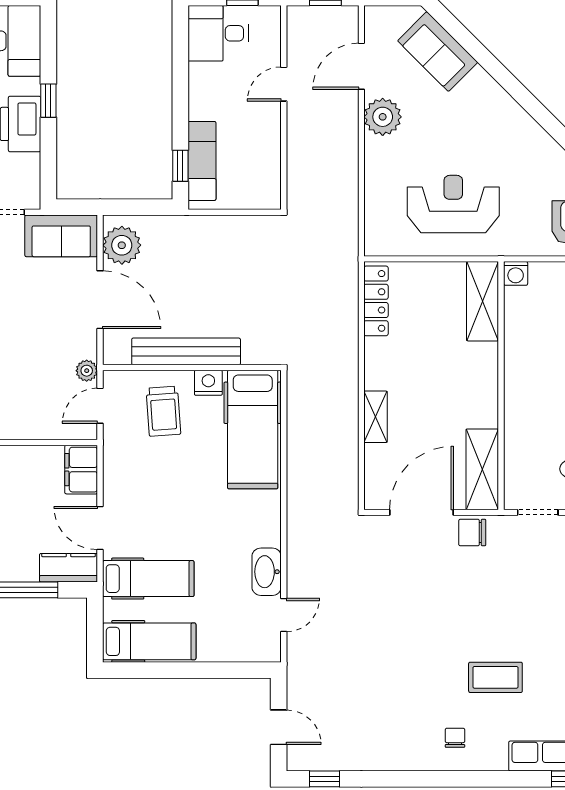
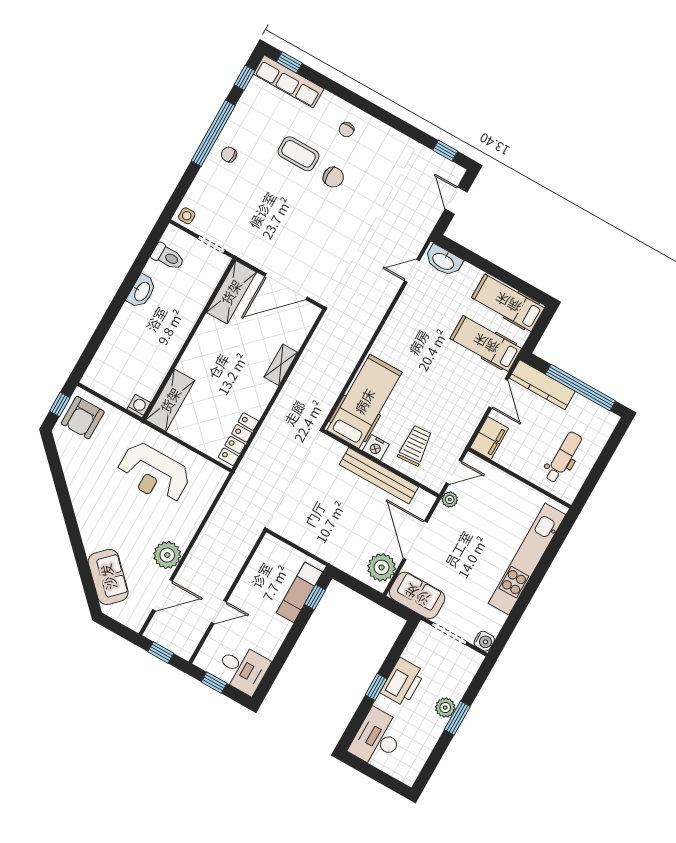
chair: (472, 533) -> (333, 177), moved
kitchen counter: (69, 568) -> (542, 385), width x1.50
washbasin: (267, 572) -> (443, 261), moved, turned 90

